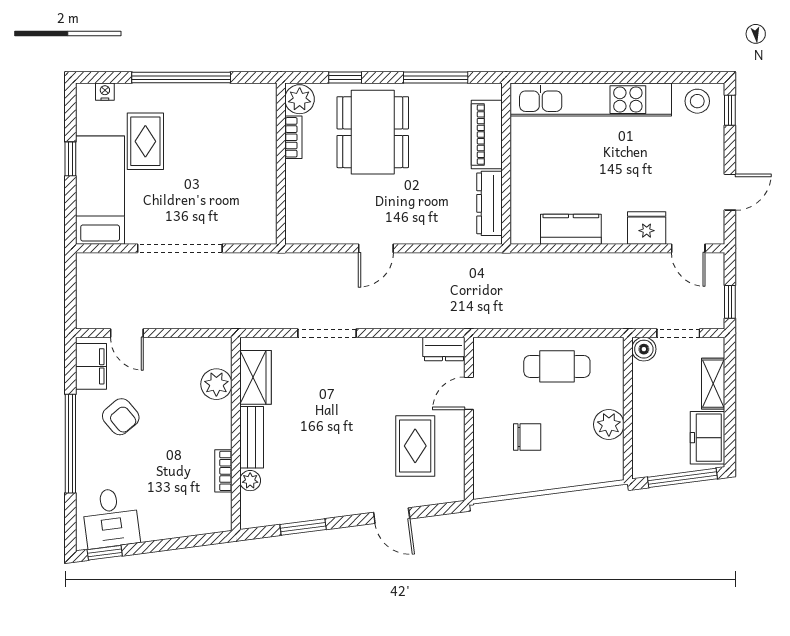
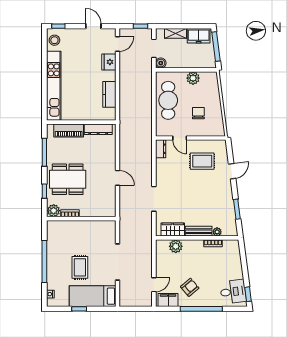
rug: (145, 141) -> (80, 267), moved, turned 90
cafe table: (557, 366) -> (168, 100), width x1.37, depth x1.35

